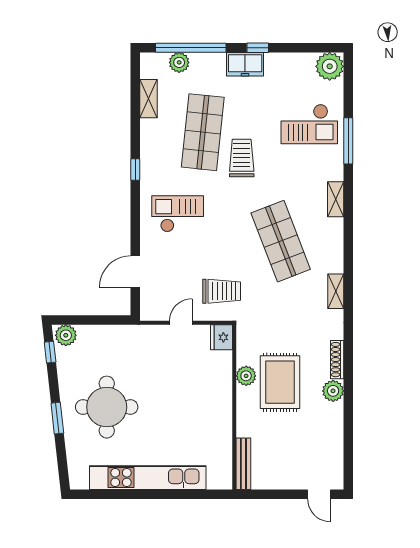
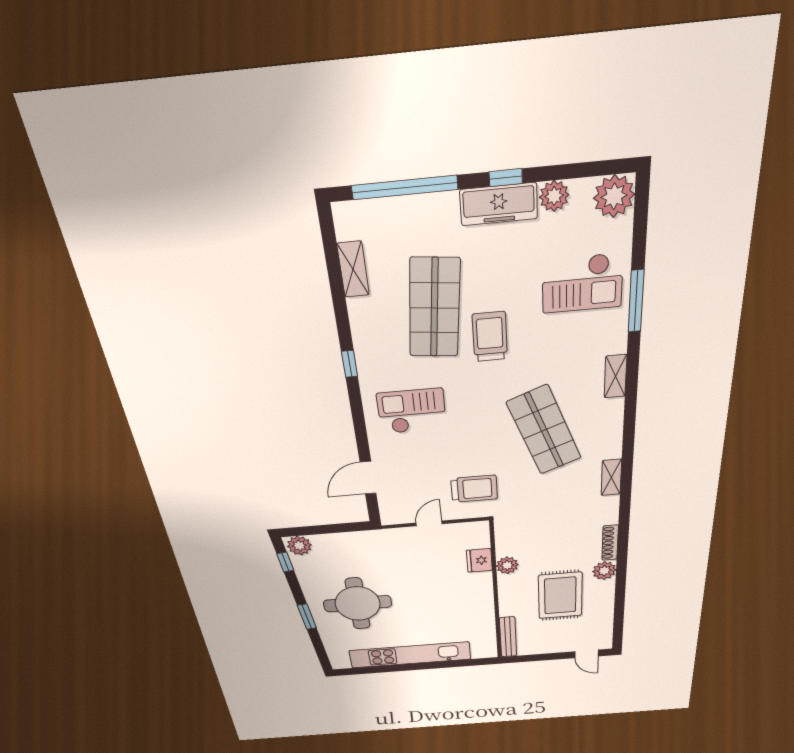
plant: (179, 62) -> (554, 196), moved
freezer: (245, 64) -> (499, 204), width x1.40
fridge: (222, 337) -> (479, 560), moved
rug: (280, 382) -> (560, 596), moved

